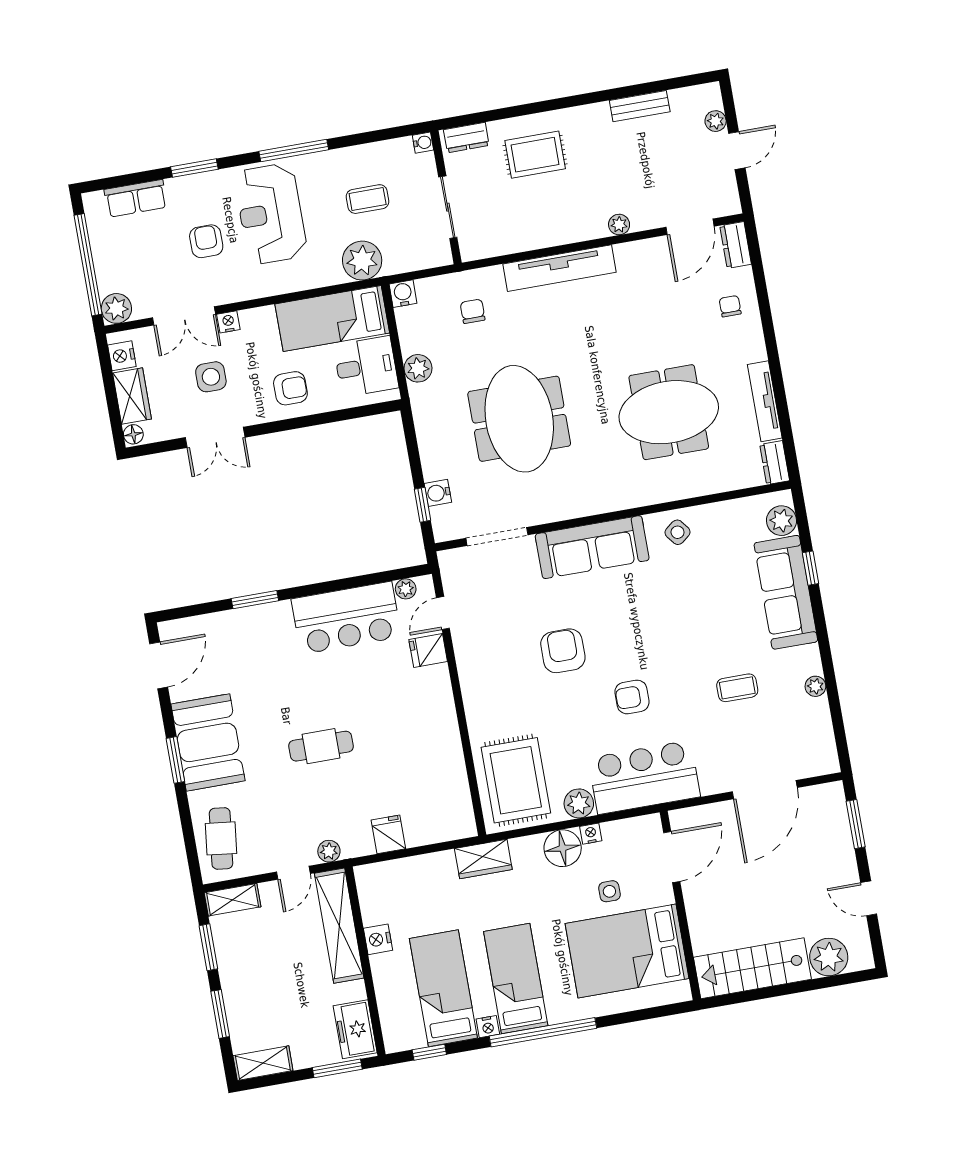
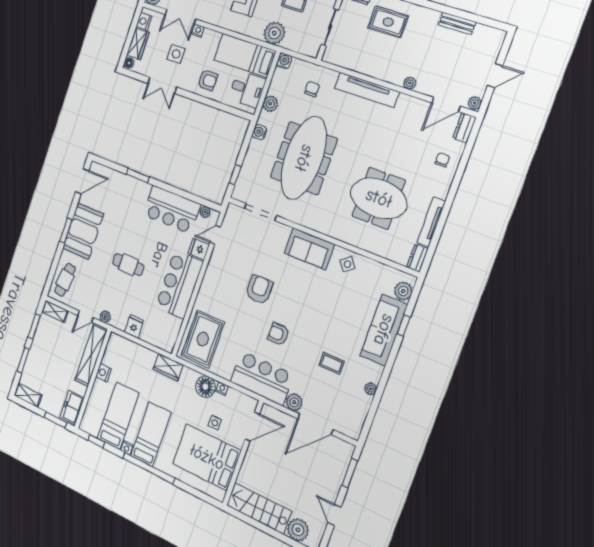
plant: (716, 121) -> (475, 103), moved
meeting table: (519, 419) -> (304, 158), width x1.36
water cooler: (438, 493) -> (259, 132), moved
sofa: (592, 547) -> (309, 249), width x0.73
bar counter: (427, 723) -> (179, 284), added
plant: (579, 803) -> (294, 402), moved

